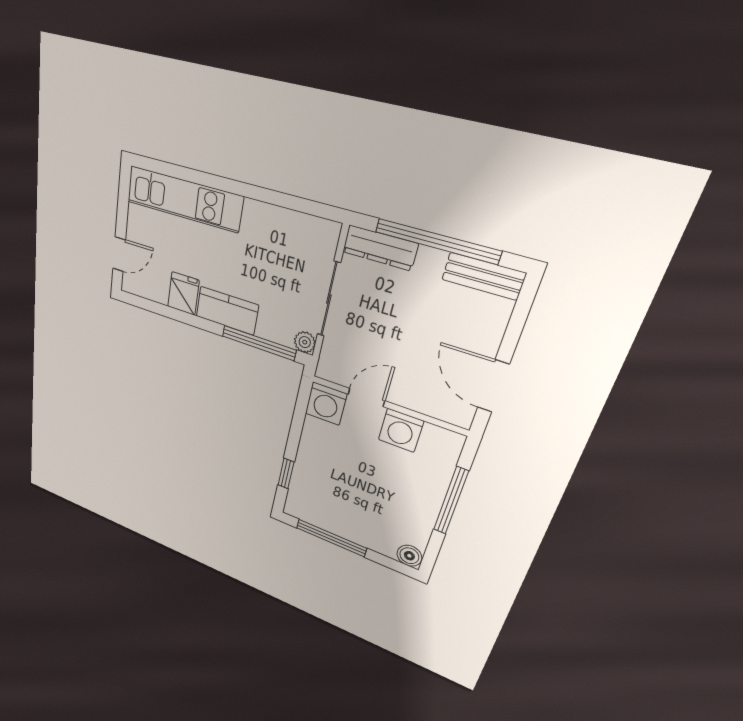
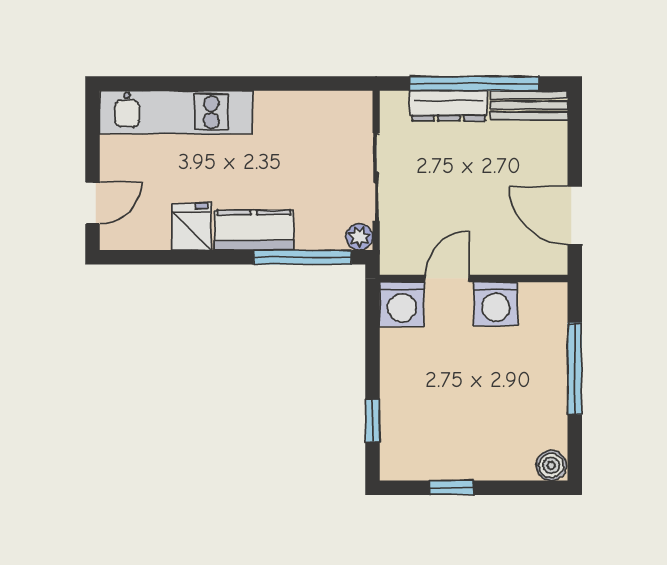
dresser: (380, 248) -> (449, 106), moved
window: (331, 538) -> (451, 488), width x0.46

